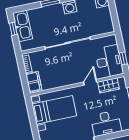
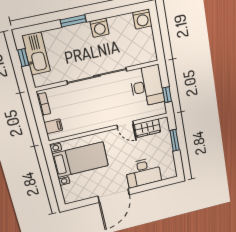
desk: (109, 61) -> (147, 86), moved
filing cabinet: (34, 82) -> (53, 126), width x0.50
door: (90, 82) -> (125, 125), swing flipped

